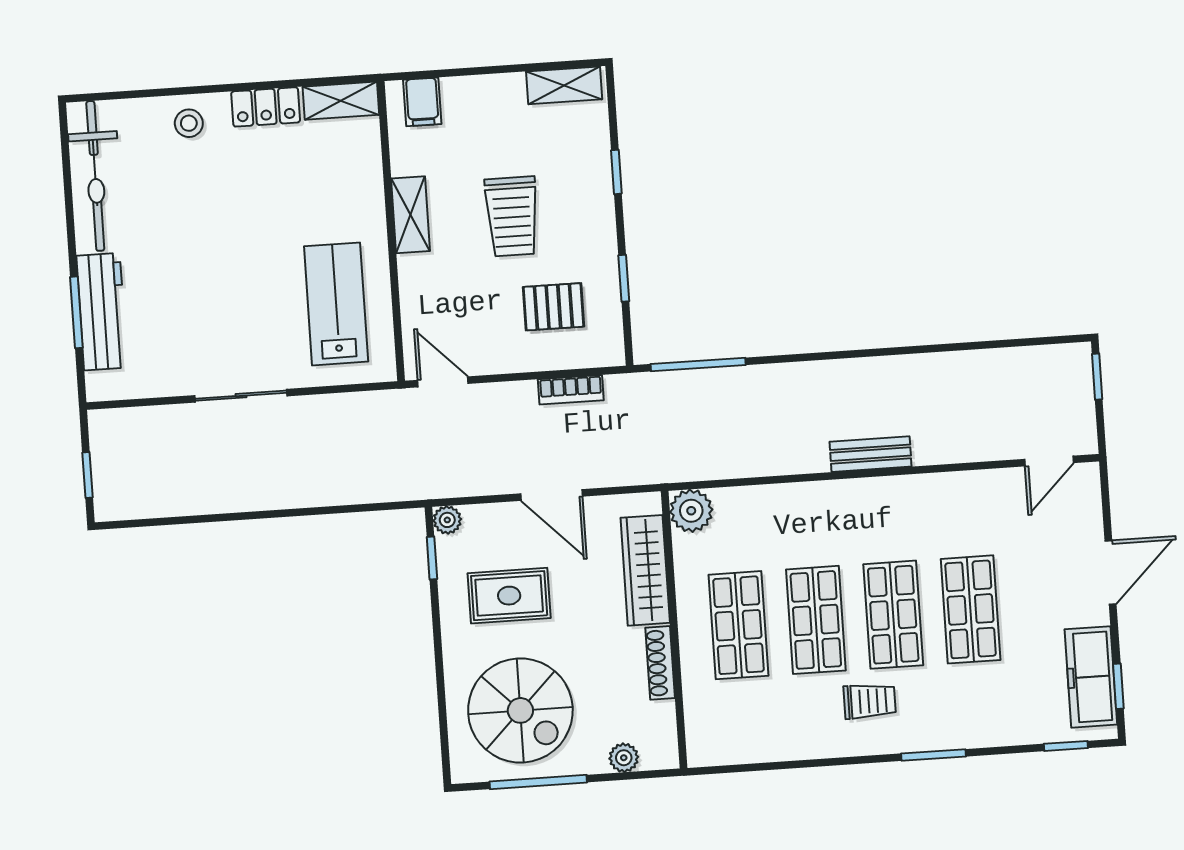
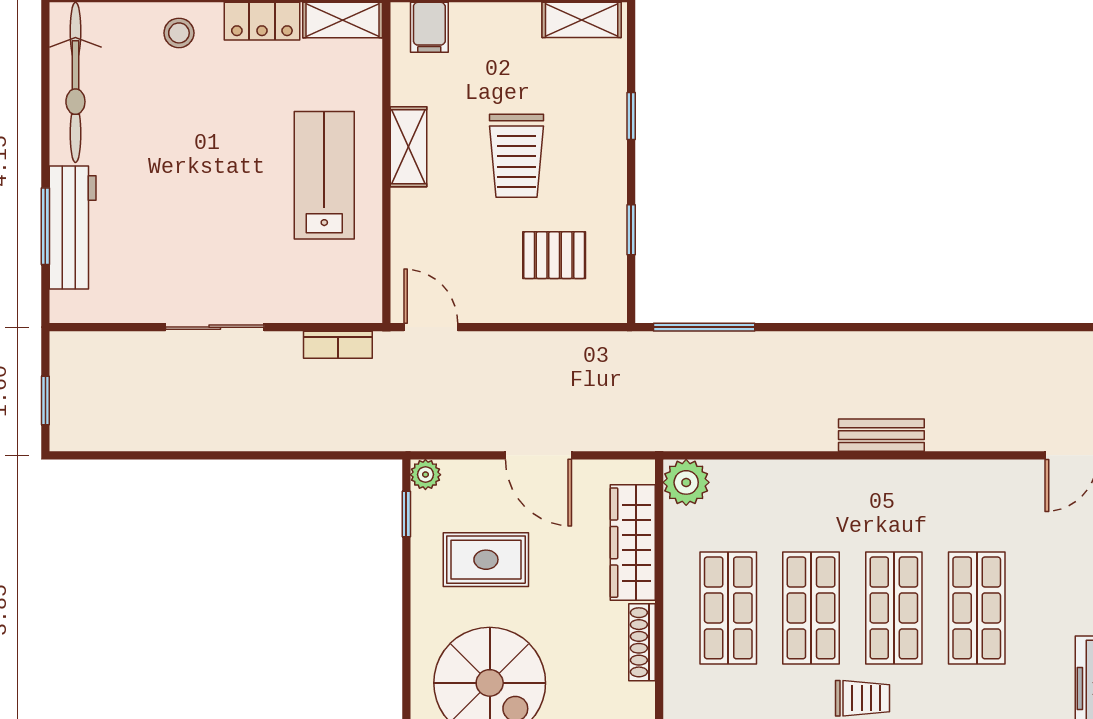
lab bench: (336, 304) -> (324, 175), moved
bookcase: (571, 390) -> (338, 345), moved

